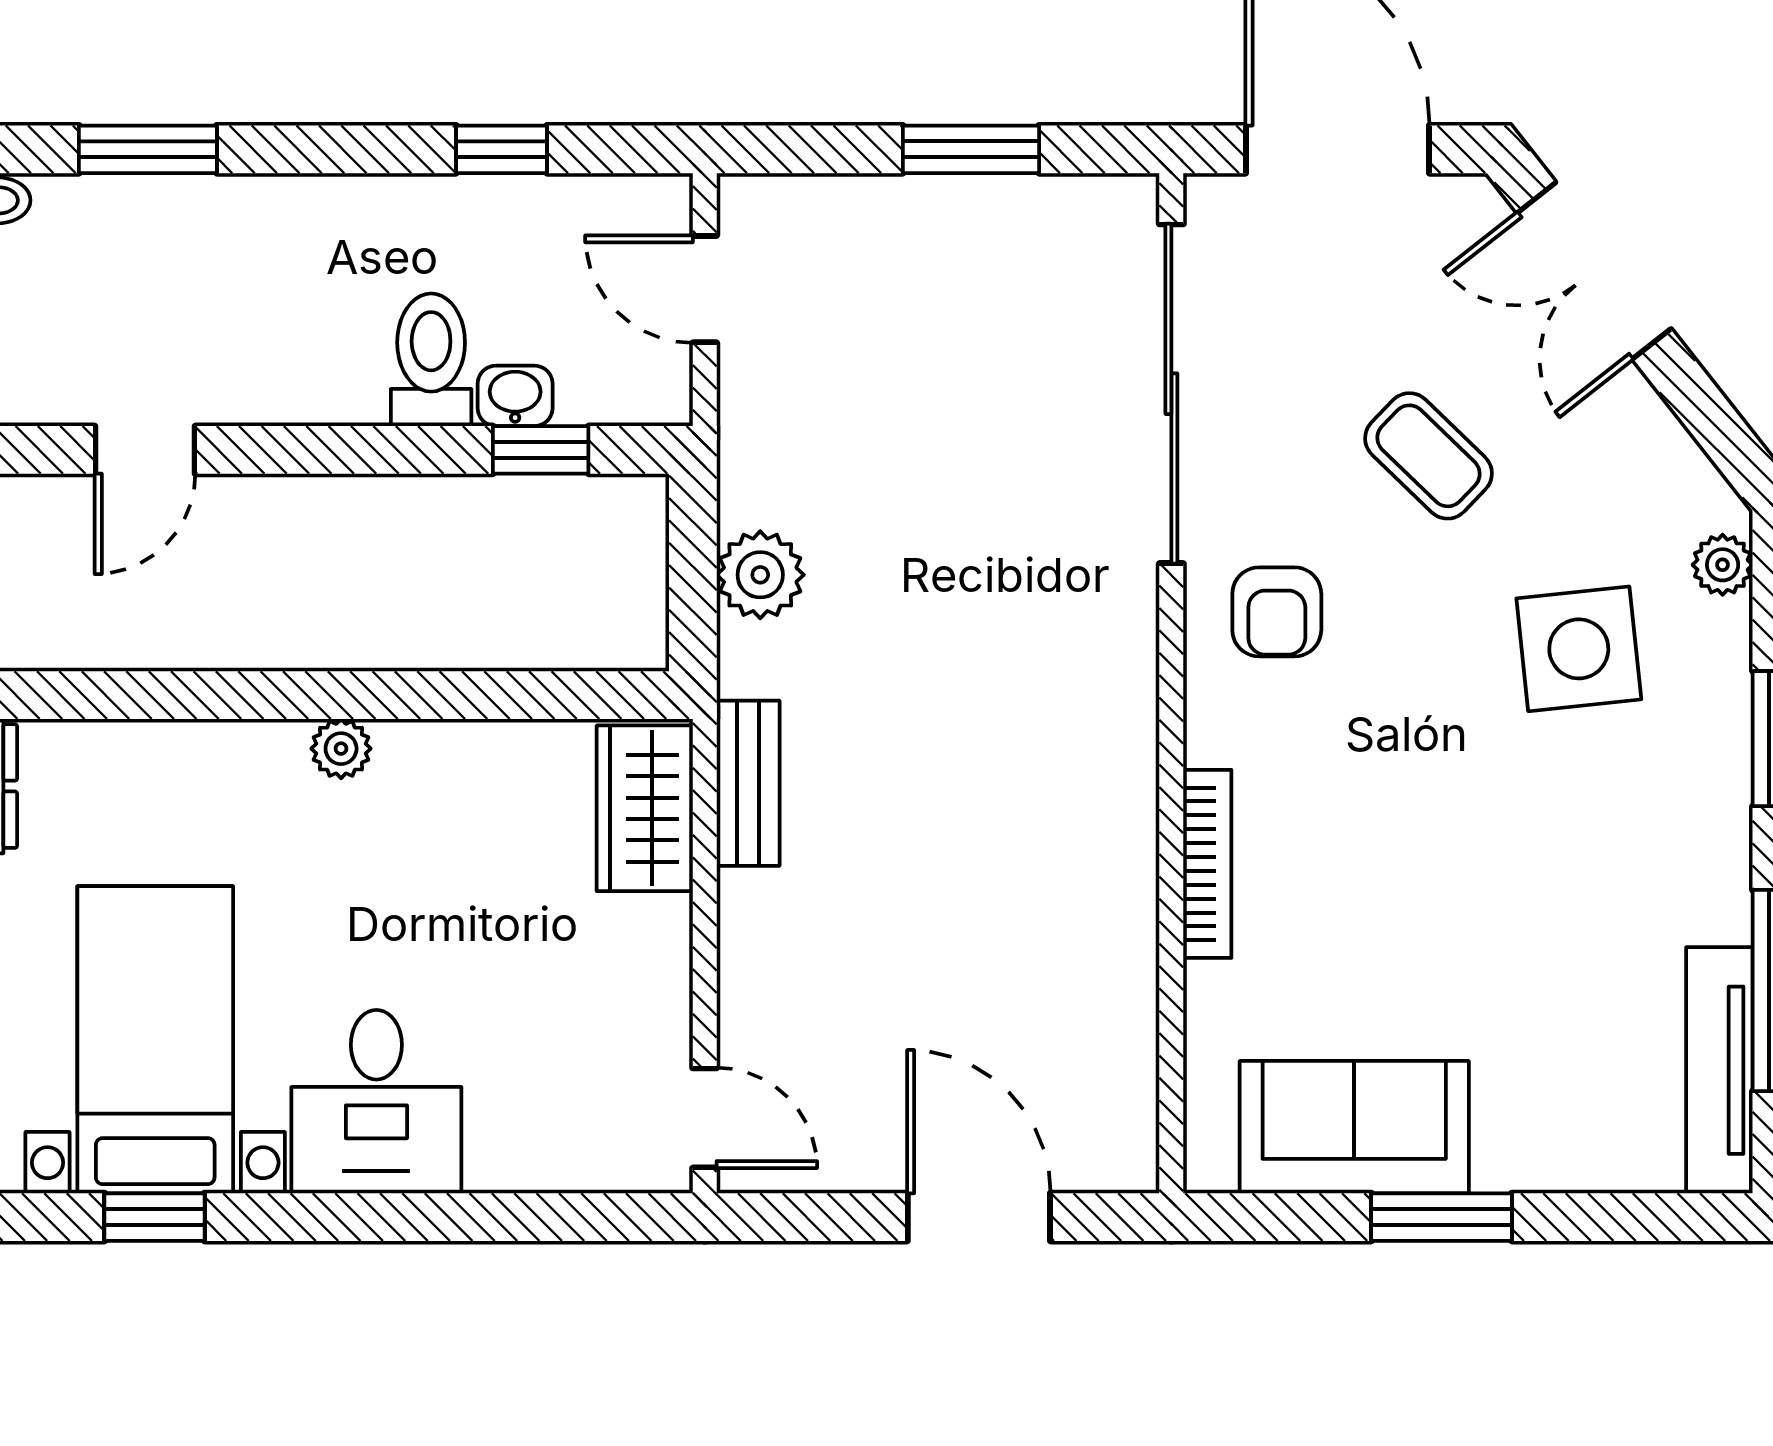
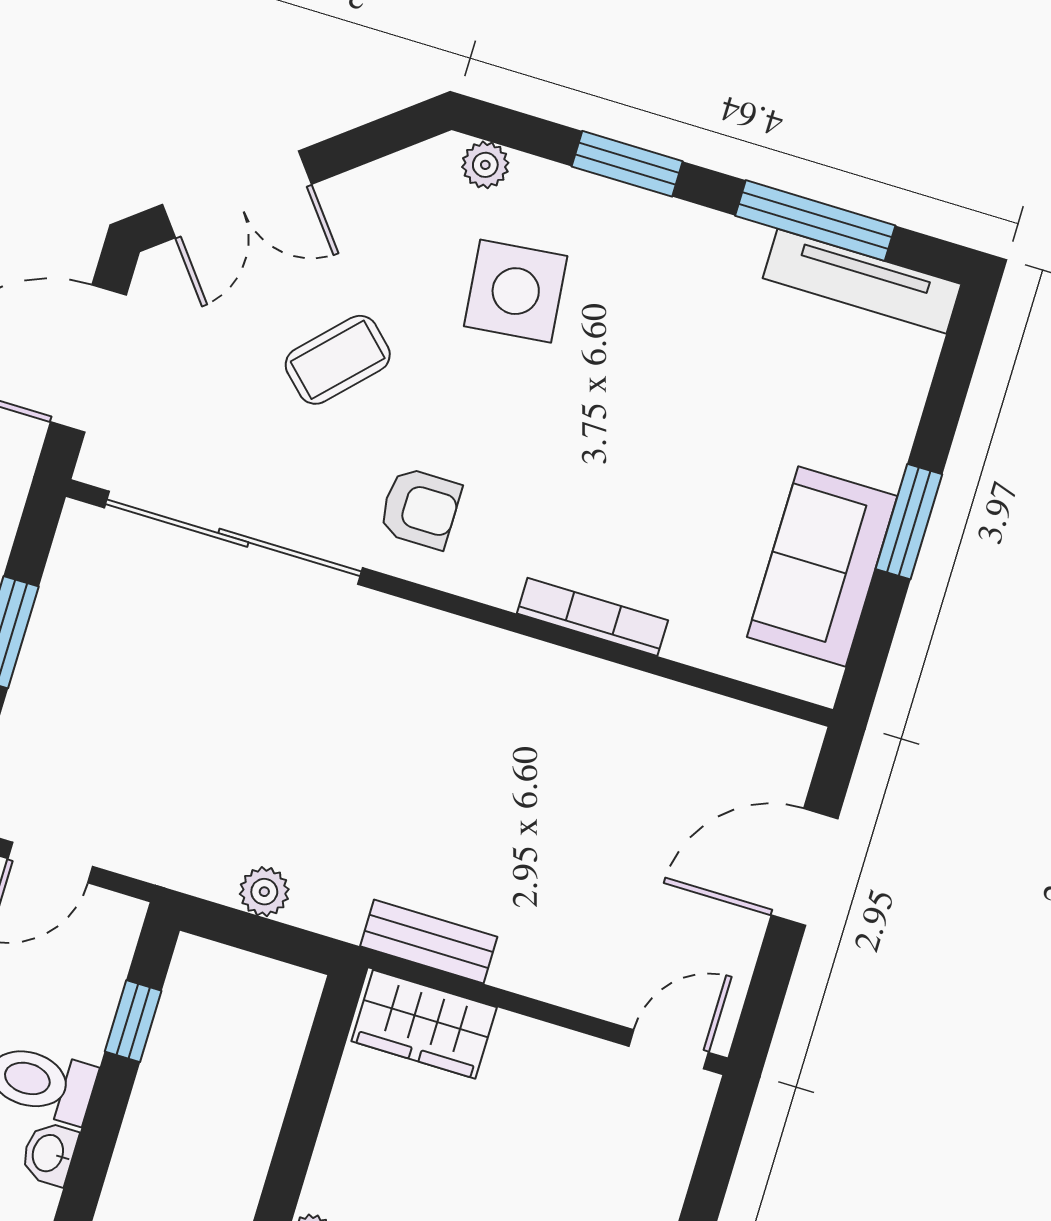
washbasin: (515, 396) -> (49, 1154), moved
plant: (760, 575) -> (264, 892), width x0.73, depth x0.73

